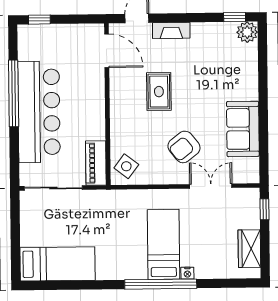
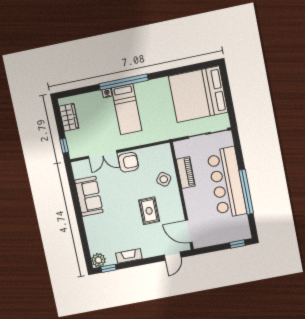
fireplace: (171, 30) -> (129, 256), moved
armchair: (184, 147) -> (128, 162), moved, turned 38
piano: (96, 163) -> (186, 173), moved
side table: (126, 166) -> (164, 179), moved
bed: (57, 264) -> (198, 94), width x2.04

